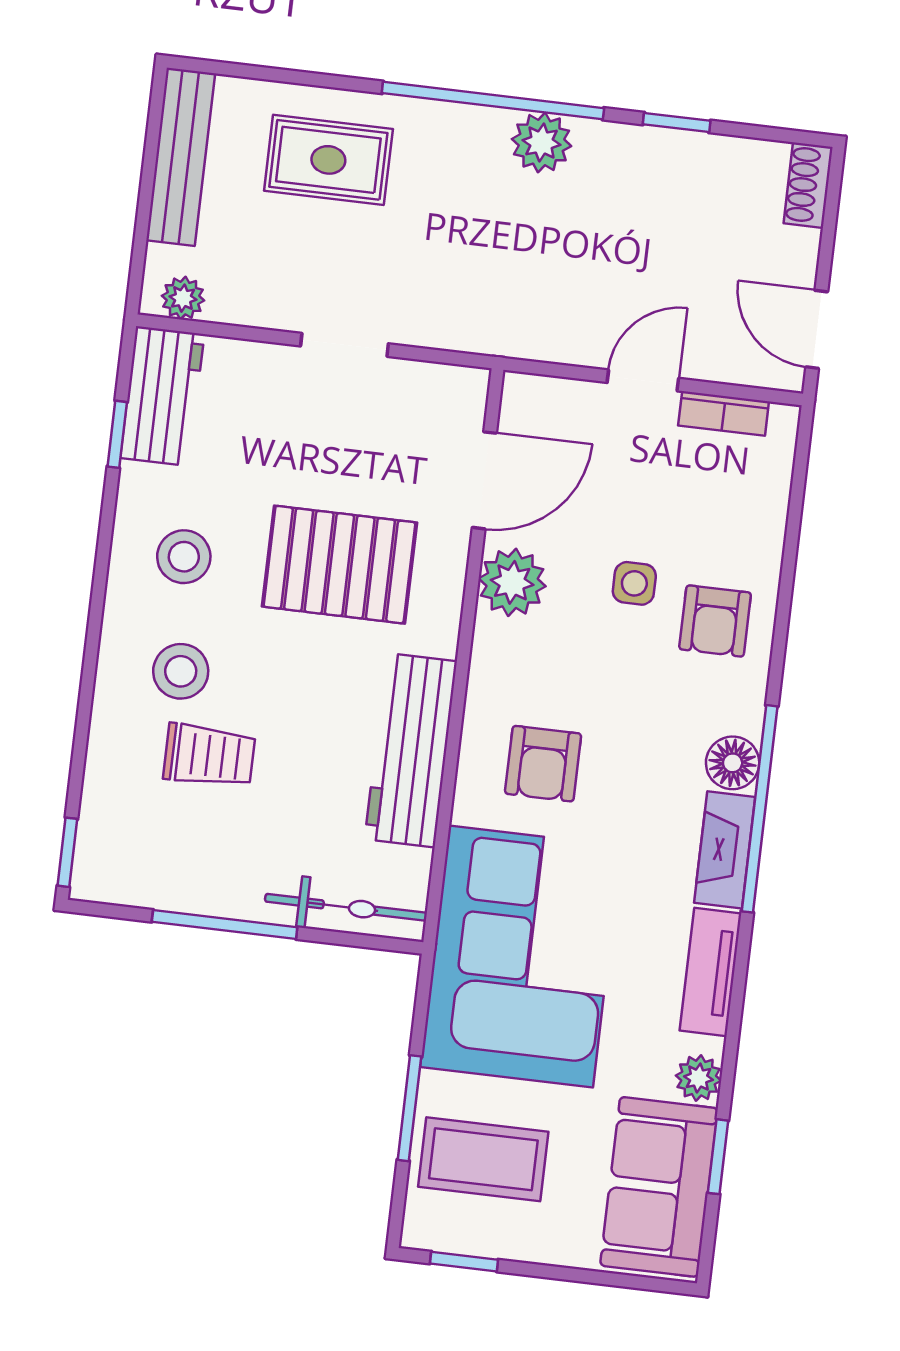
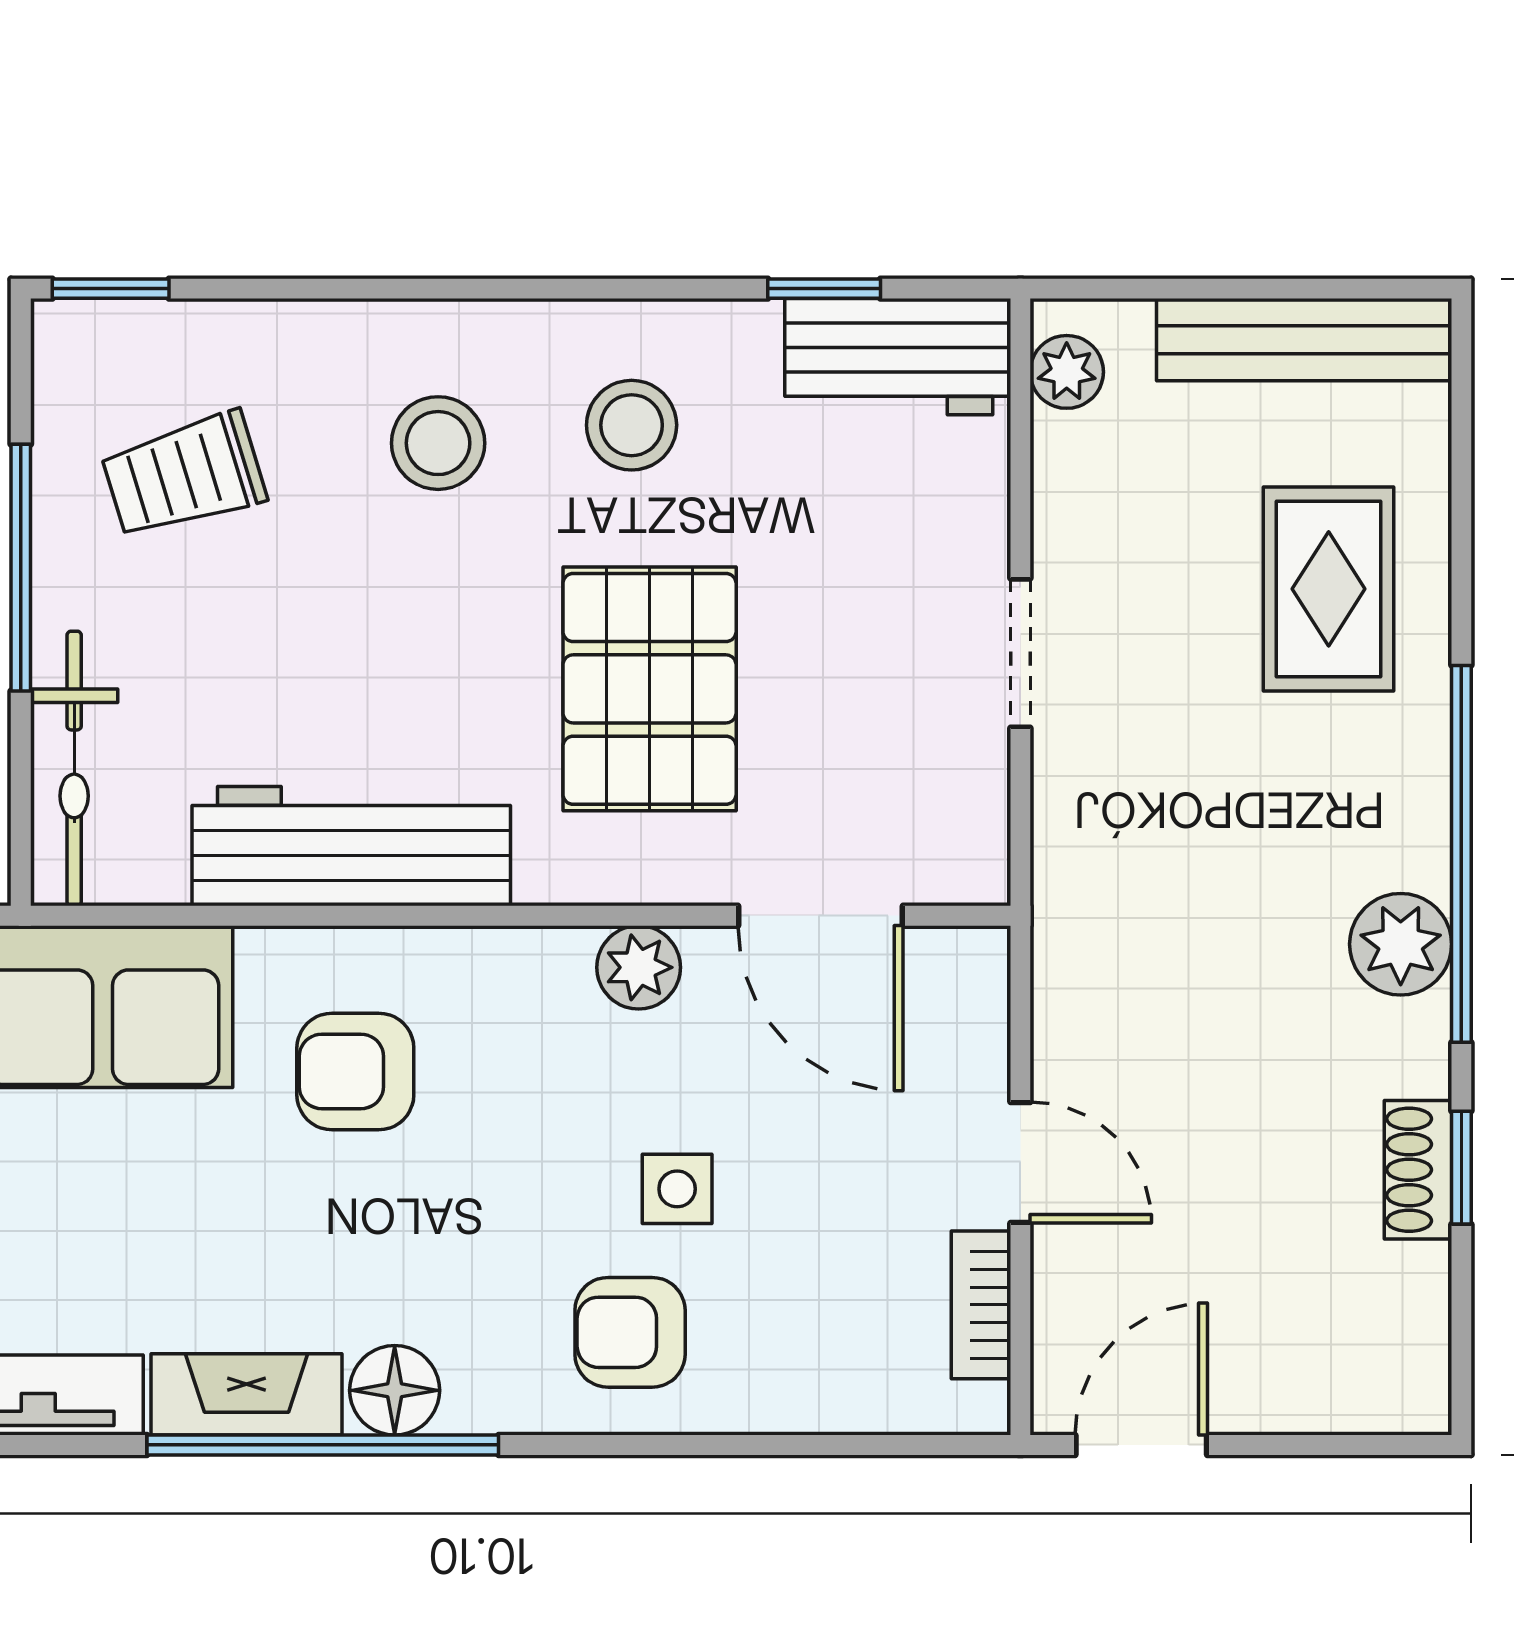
shoe rack: (808, 185) -> (1418, 1170), moved, turned -90
plant: (512, 582) -> (639, 967), width x0.73, depth x0.73
trolley: (209, 756) -> (184, 475), moved, turned 73

